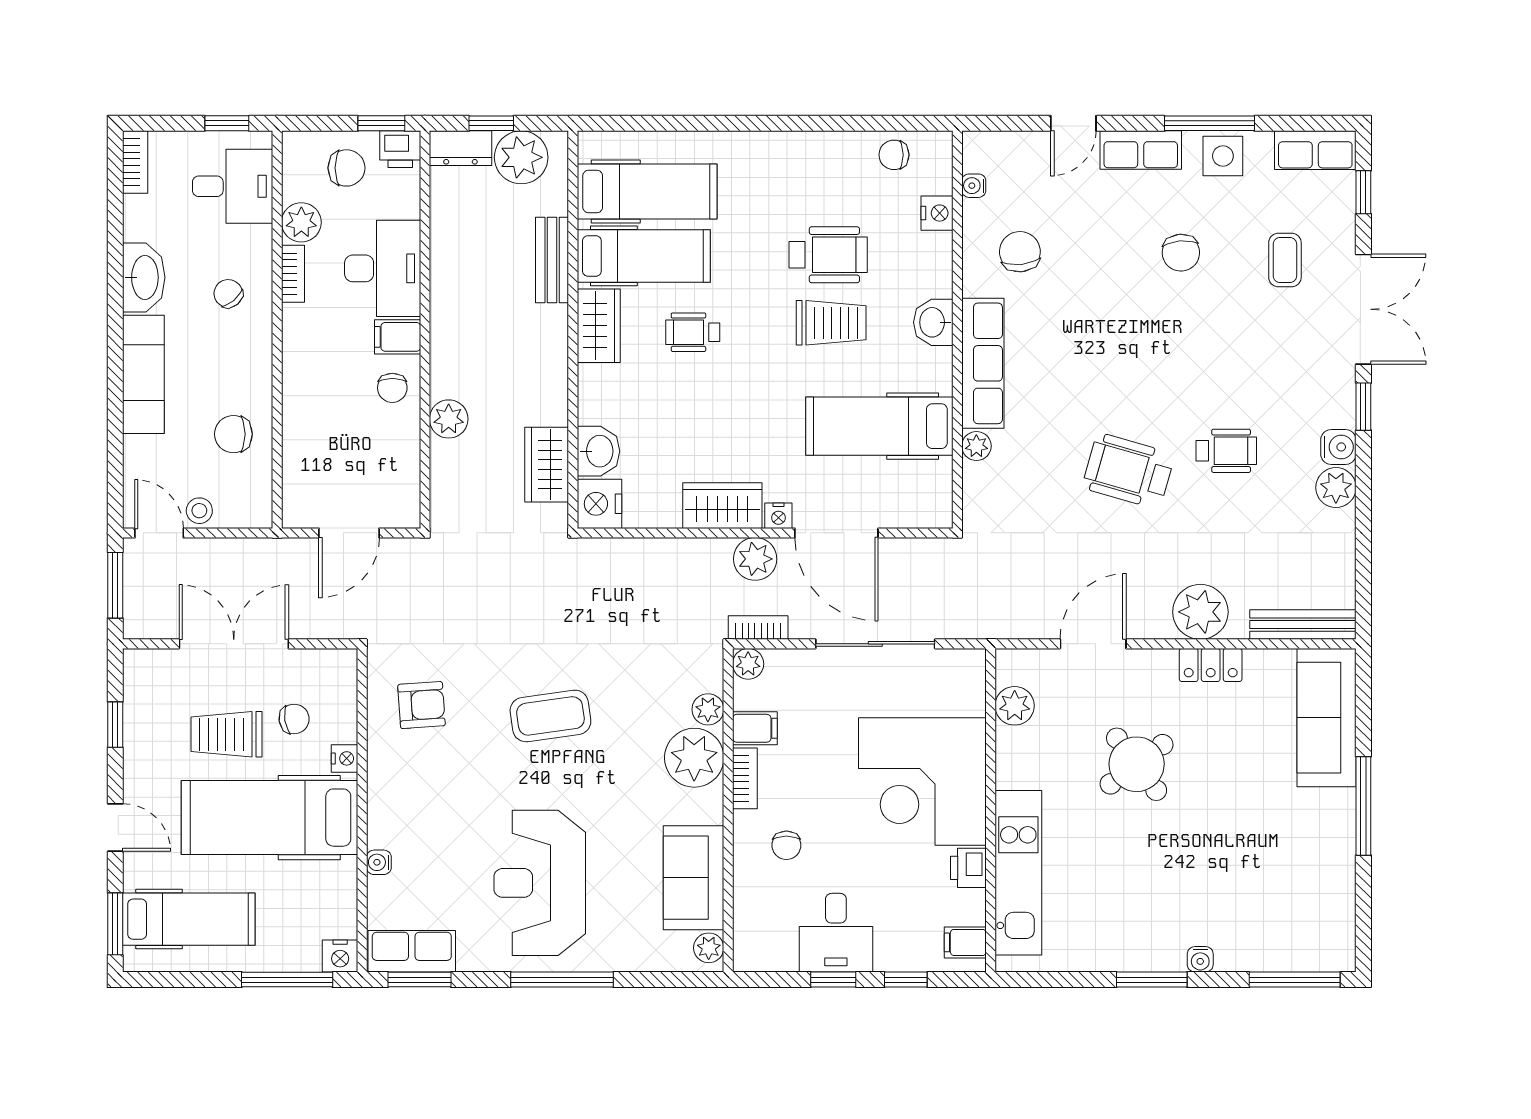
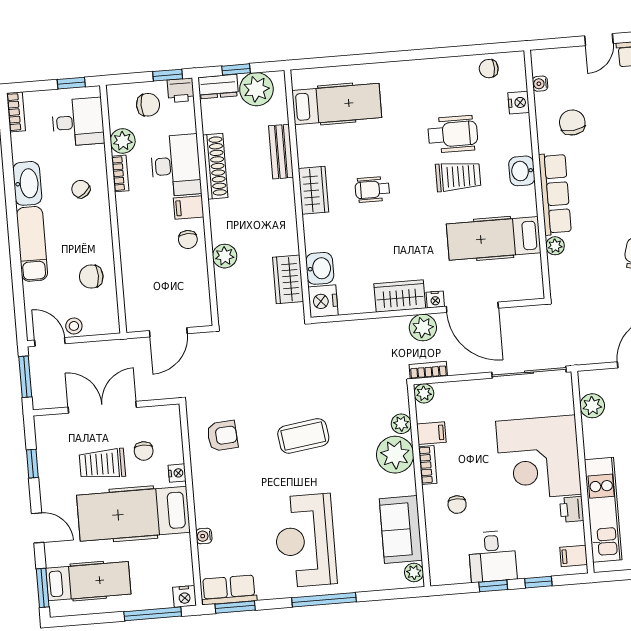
hospital bed: (644, 256) -> (338, 144), removed
shoe rack: (445, 275) -> (215, 166), added
sliding door: (875, 644) -> (529, 372), moved
chair: (294, 719) -> (144, 451), turned 99

